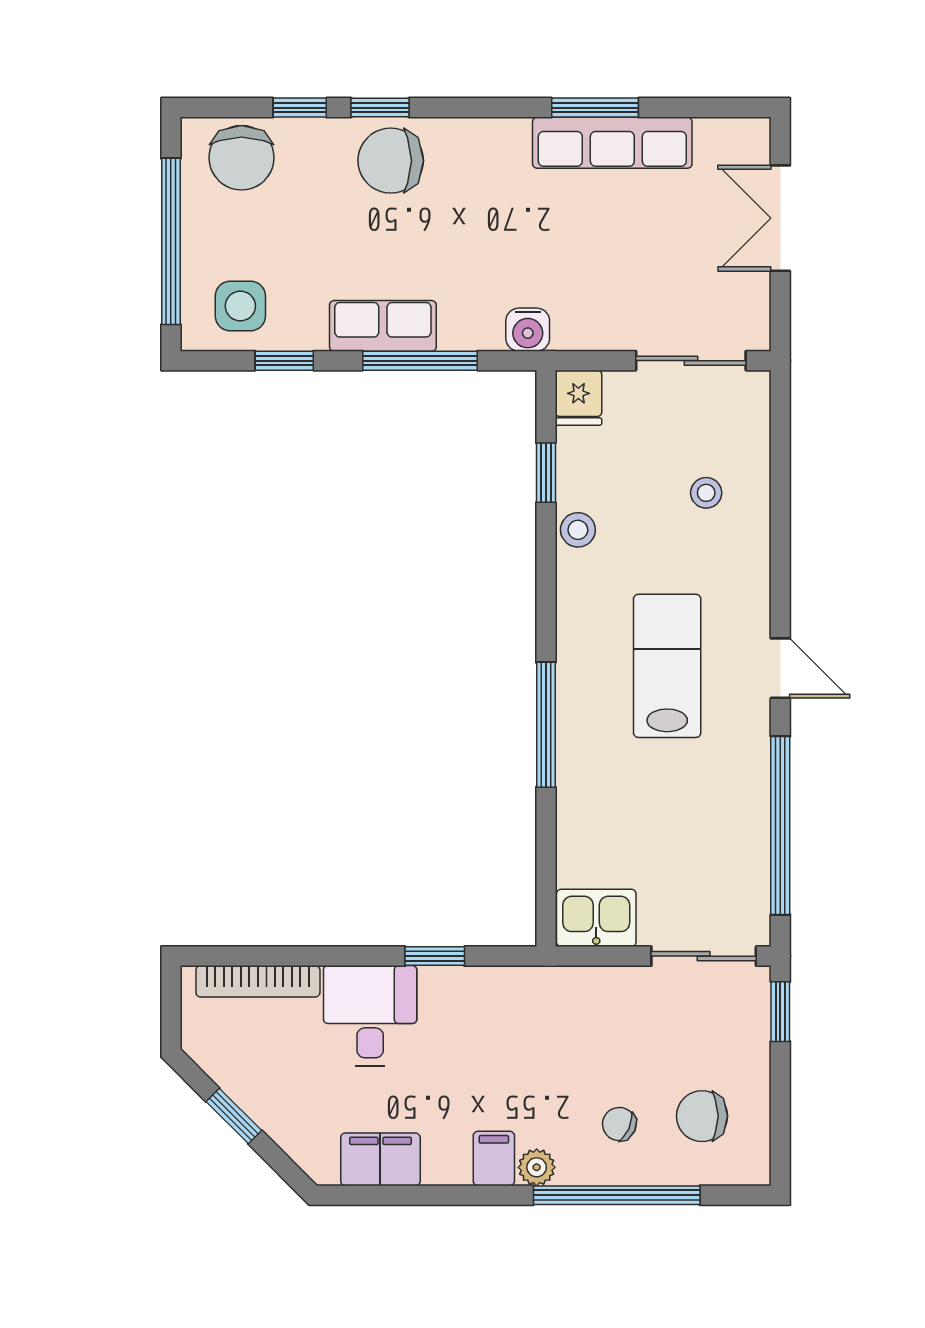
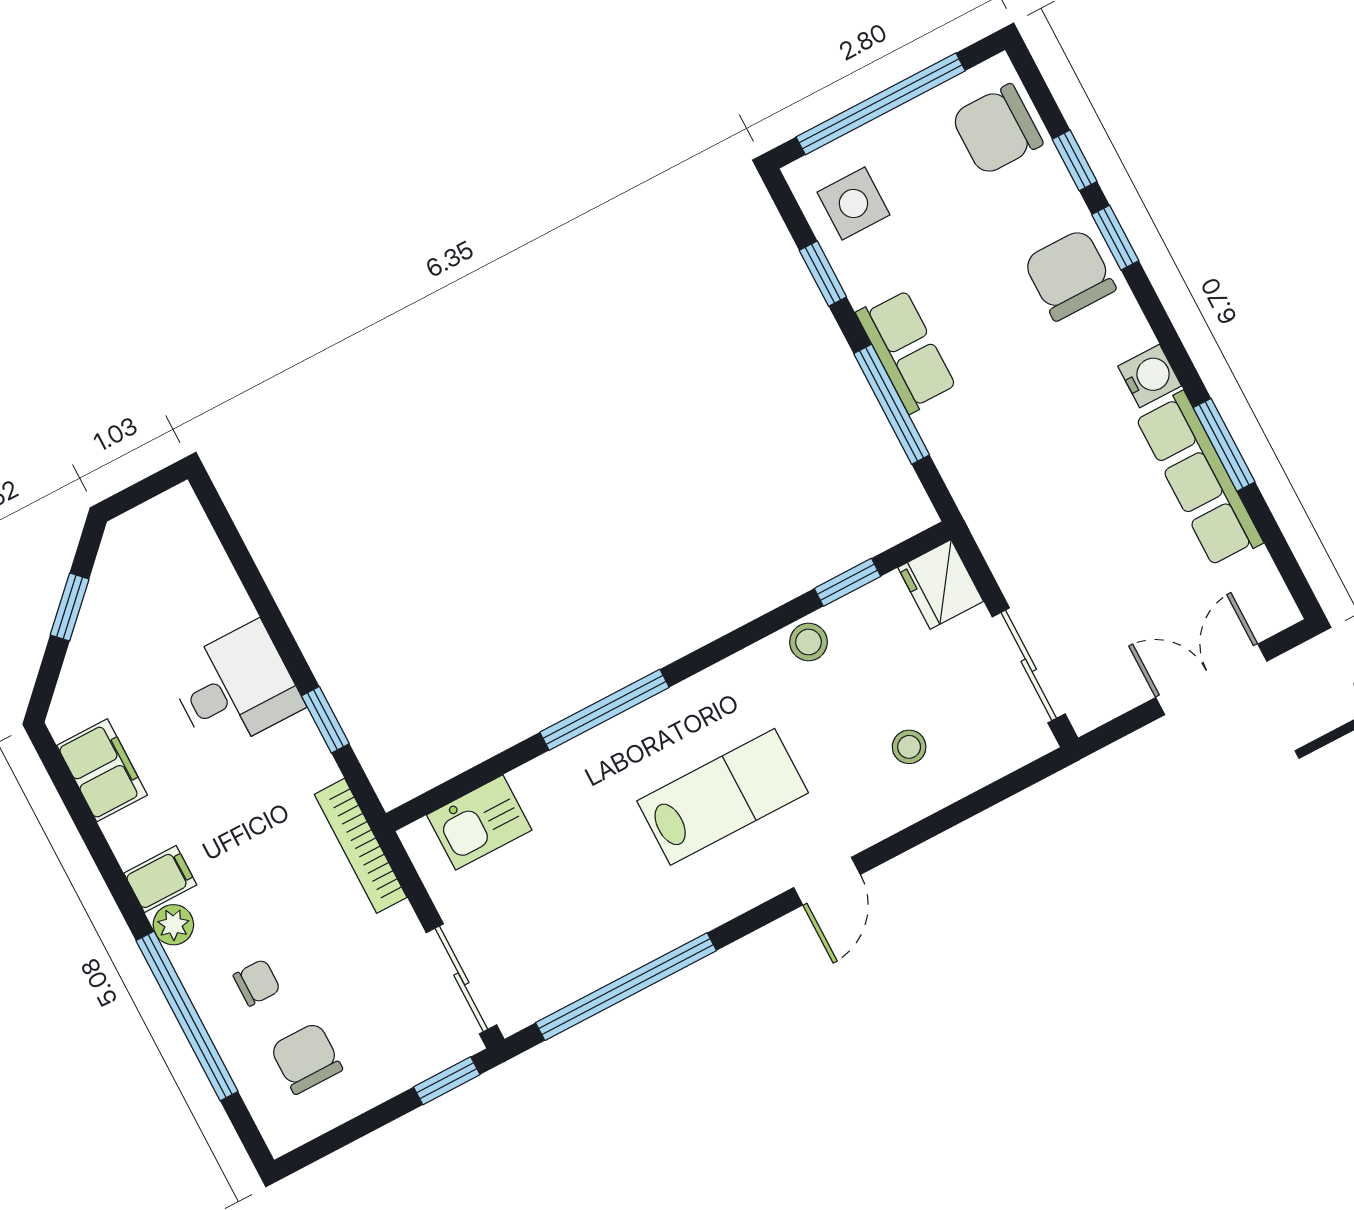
water cooler: (528, 330) -> (1150, 376), moved, turned 180
fridge: (578, 398) -> (941, 584), width x1.38
door: (780, 668) -> (827, 881), moved
kitchen sink: (596, 918) -> (479, 822), moved, turned 90
bookcase: (258, 981) -> (361, 846), moved
chair: (619, 1124) -> (257, 983), turned 66

